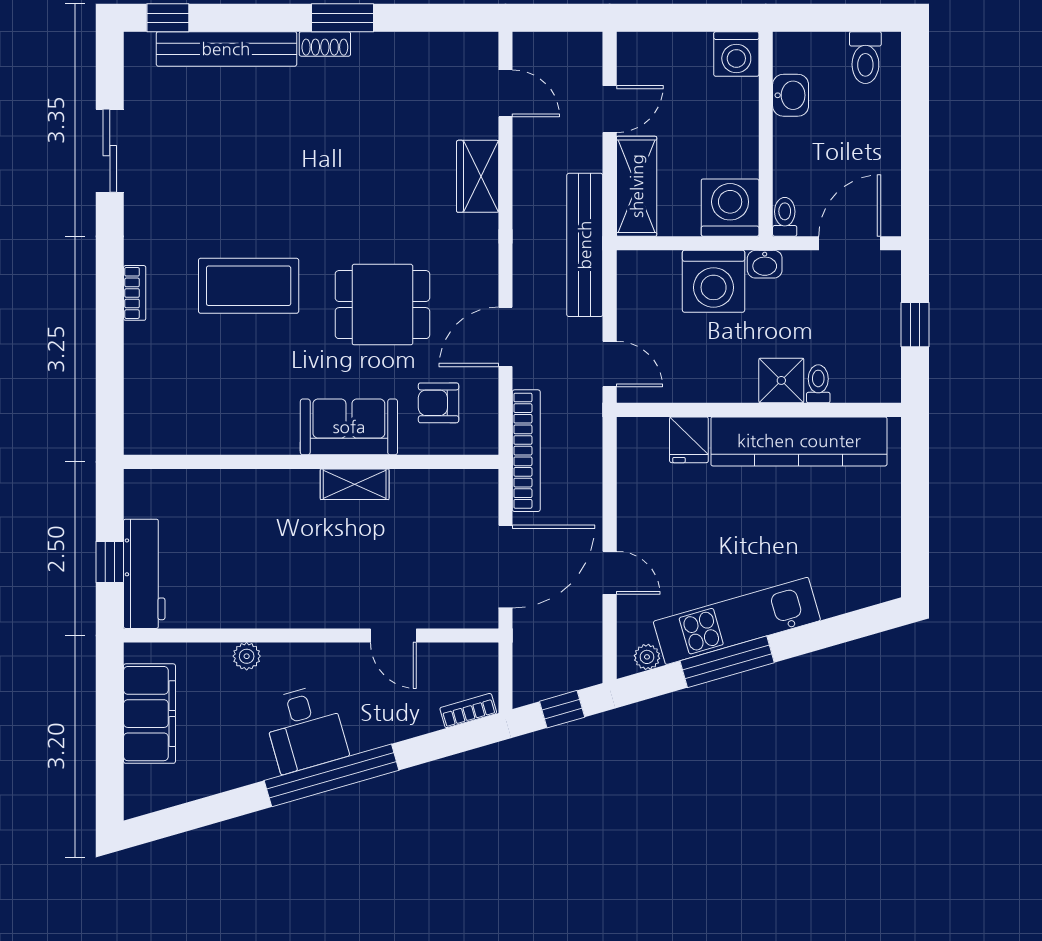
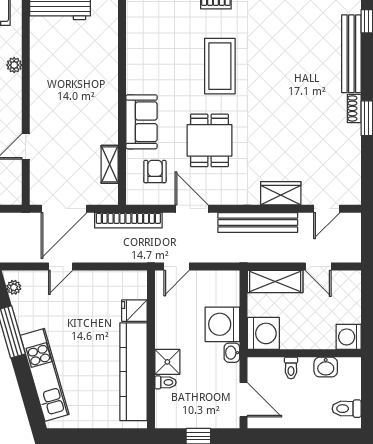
toilet: (785, 217) -> (291, 368), moved, turned 90
bench: (585, 245) -> (258, 222), moved
shelving: (355, 484) -> (110, 164), moved
door: (505, 566) -> (64, 209), hinge flipped
kitchen unit: (737, 621) -> (45, 375), moved

